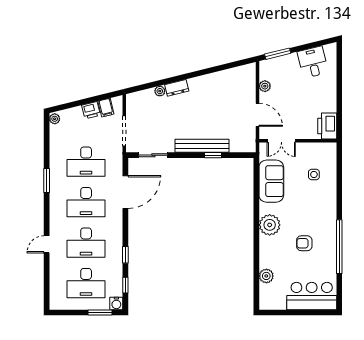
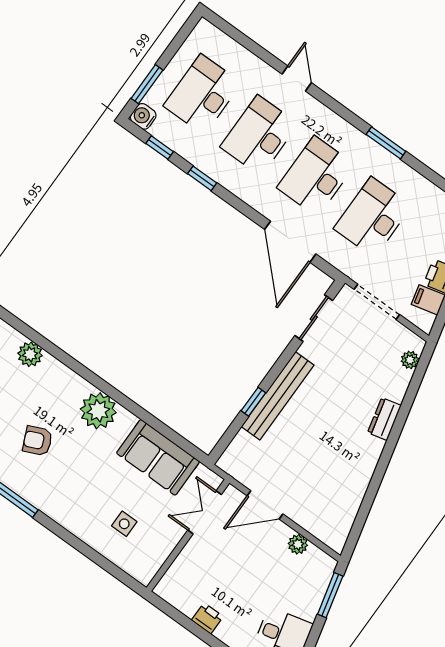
plant: (160, 91) -> (410, 360), moved
printer: (327, 126) -> (207, 618), moved, width x0.53, depth x0.68
armchair: (304, 243) -> (37, 441), turned -114

